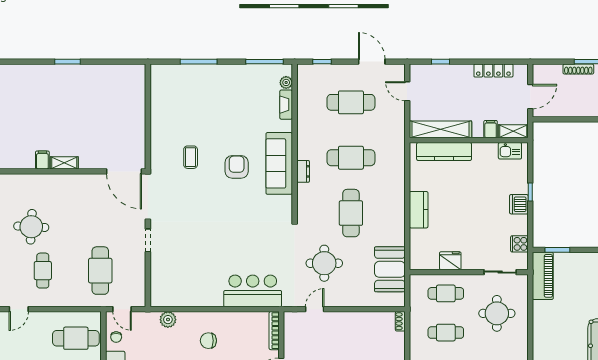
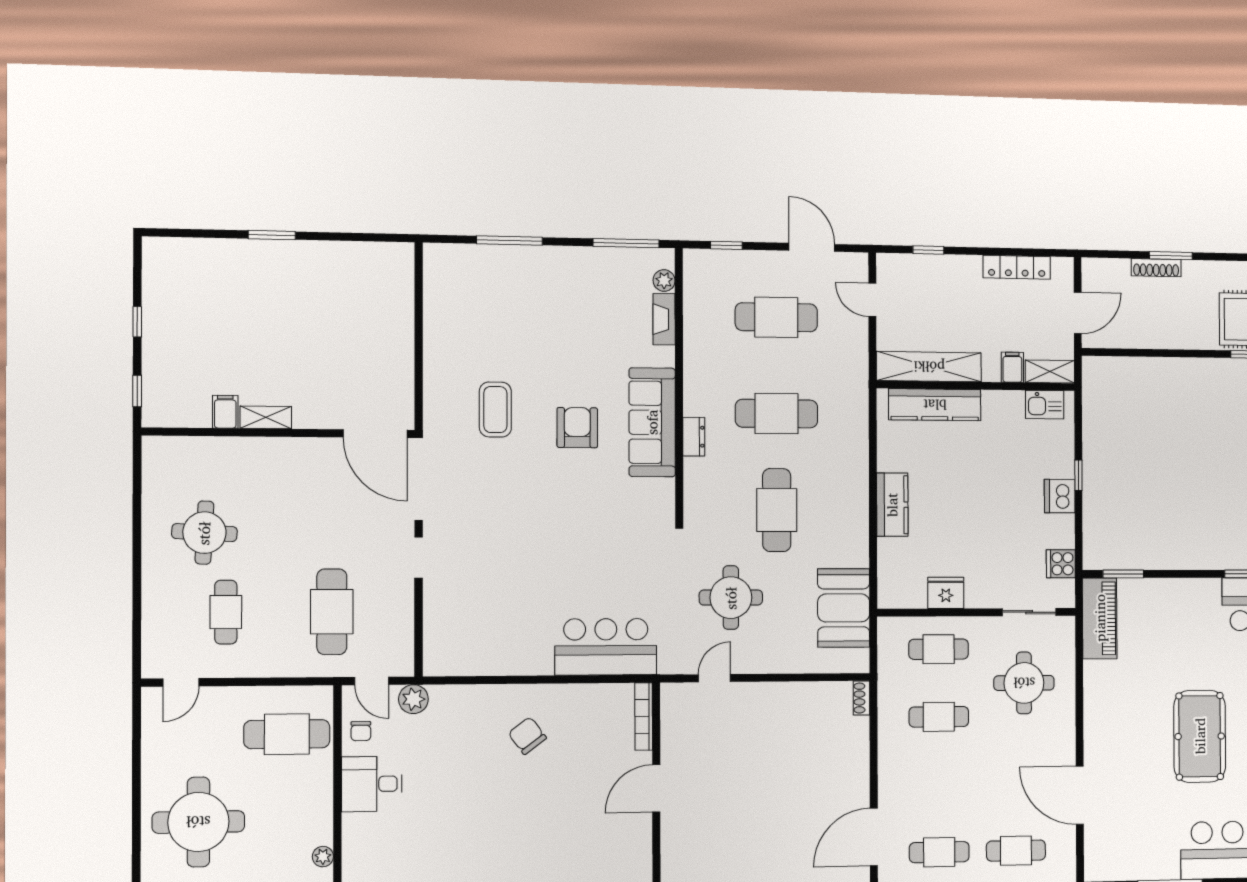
coffee table: (191, 157) -> (495, 410), width x1.36, depth x1.30
plant: (168, 320) -> (413, 699), moved
chair: (208, 341) -> (527, 736), turned 53

